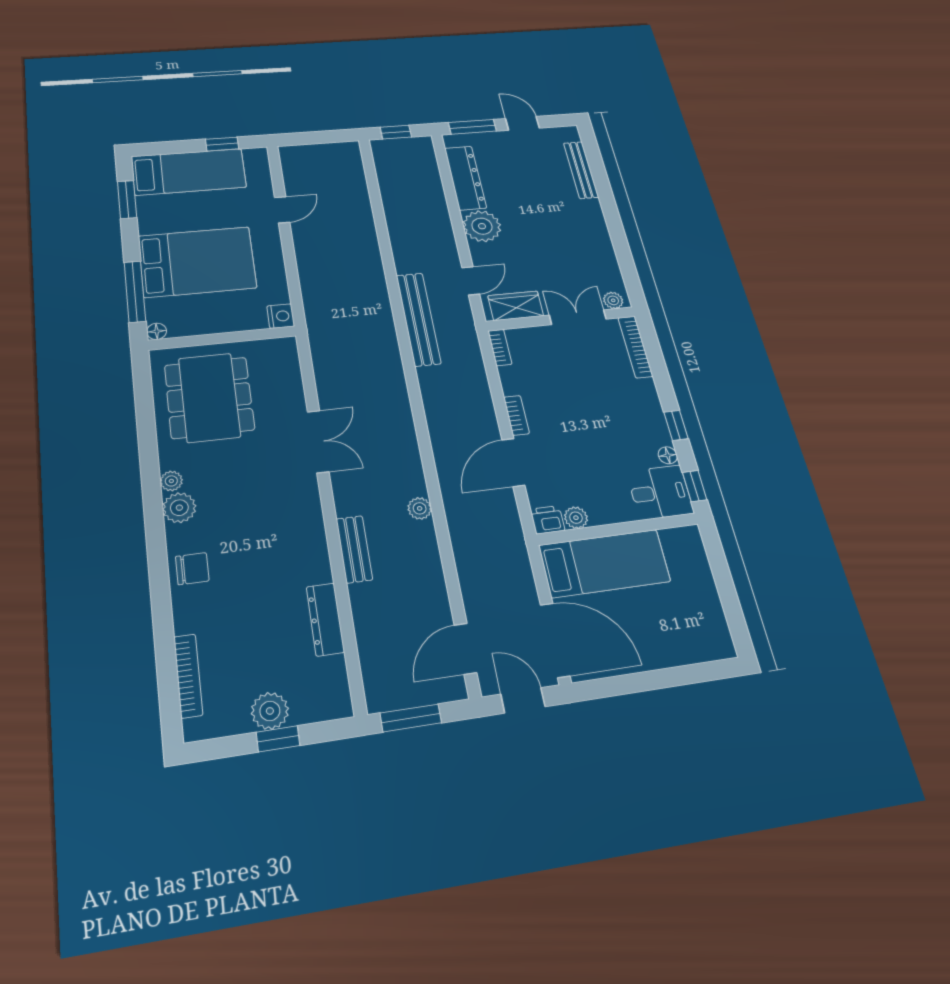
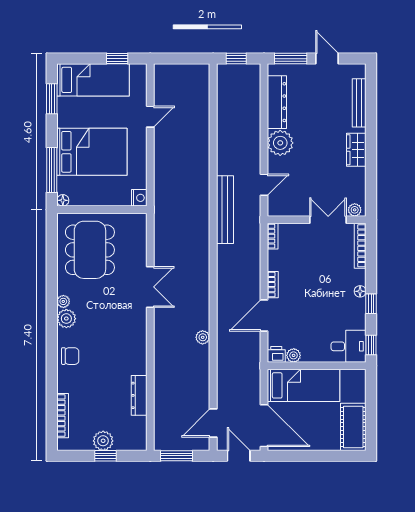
wardrobe: (516, 306) -> (356, 150), moved, turned -90
floor lamp: (668, 455) -> (360, 291), moved
bench: (354, 549) -> (161, 357), removed
cot: (705, 620) -> (353, 427), added

